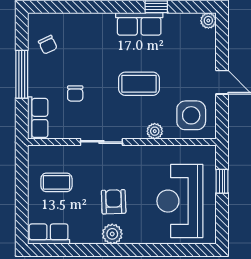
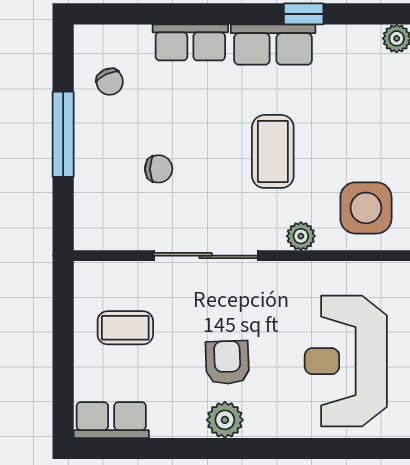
coffee table: (139, 84) -> (273, 151), turned 90
chair: (75, 93) -> (159, 169), turned -90
row of seats: (38, 118) -> (190, 42), moved, turned 90
sliding door: (101, 142) -> (206, 256), width x1.37

